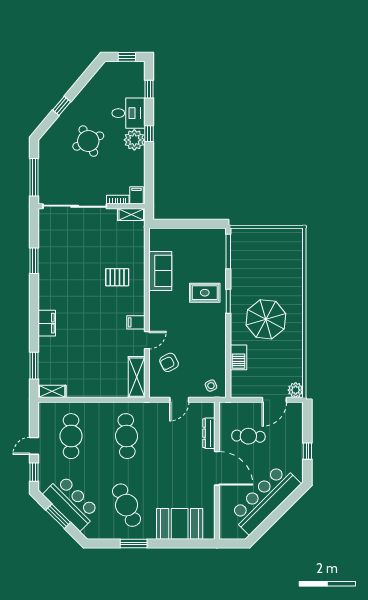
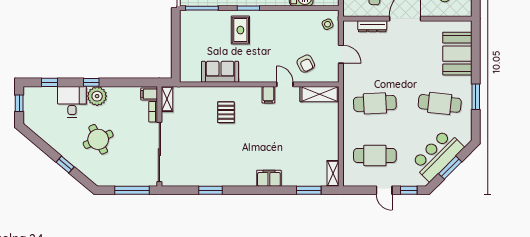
cafe table: (127, 505) -> (440, 103), turned 30

